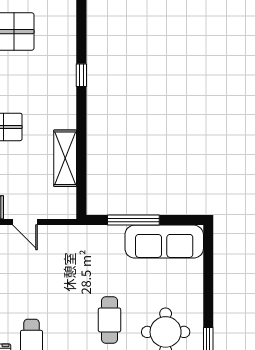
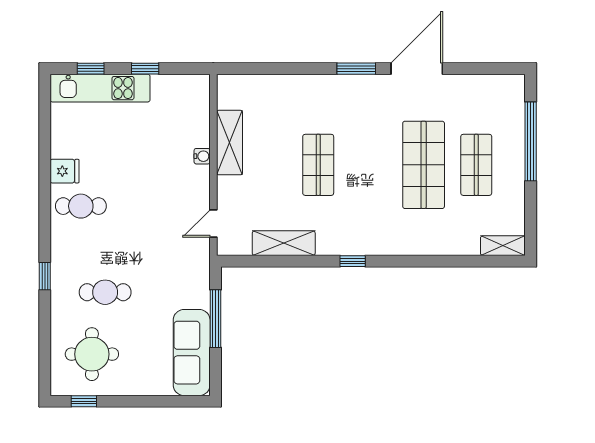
window: (81, 75) -> (353, 261), moved
door: (25, 222) -> (213, 224), moved

